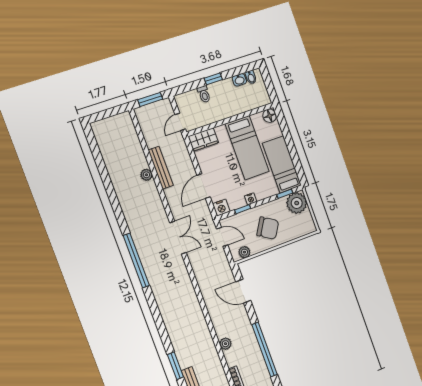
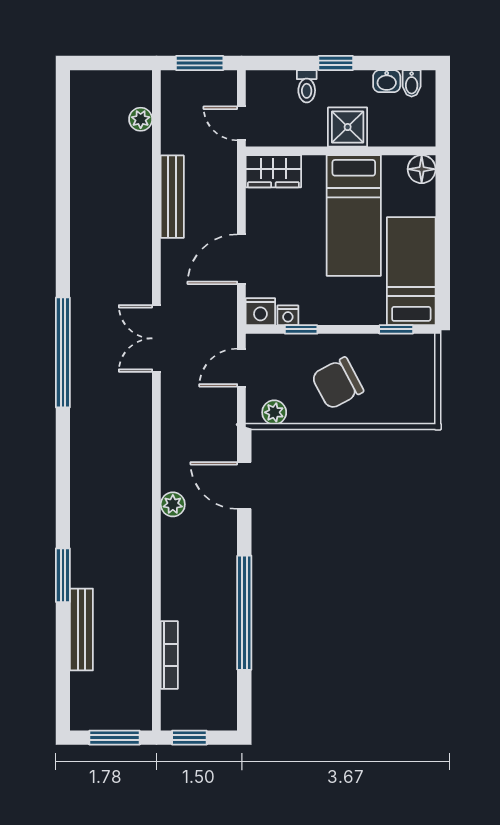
shower: (230, 107) -> (348, 127), added
door: (180, 122) -> (241, 123), hinge flipped
plant: (146, 175) -> (141, 119), moved
nightstand: (251, 199) -> (288, 315), moved
plant: (297, 203) -> (414, 356), removed
chair: (268, 228) -> (337, 383), turned 120
door: (222, 237) -> (241, 368), swing flipped
double door: (178, 238) -> (156, 338), swing flipped
plant: (225, 344) -> (173, 504), moved

